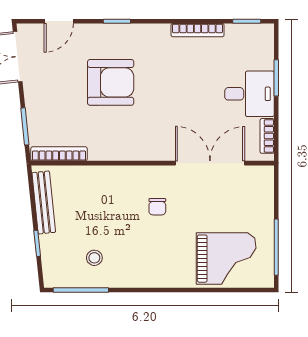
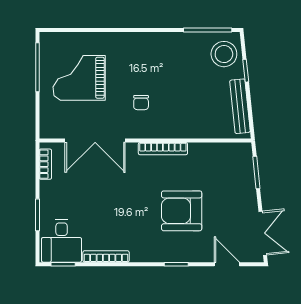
door: (59, 21) -> (227, 264), hinge flipped
desk: (249, 94) -> (62, 241), moved, turned -90
bookcase: (59, 154) -> (163, 149), moved
chair: (157, 207) -> (141, 103), turned 180
stool: (94, 258) -> (224, 54), moved, width x1.89, depth x1.89
grand piano: (226, 259) -> (79, 78), moved

